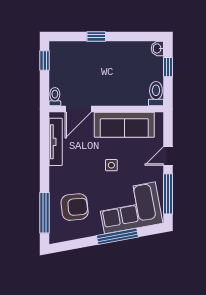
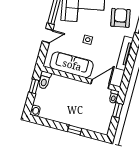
window: (45, 61) -> (118, 110), moved
window: (168, 67) -> (34, 86), moved
tv unit: (56, 142) -> (125, 53), moved
armchair: (75, 207) -> (120, 18), turned 85

